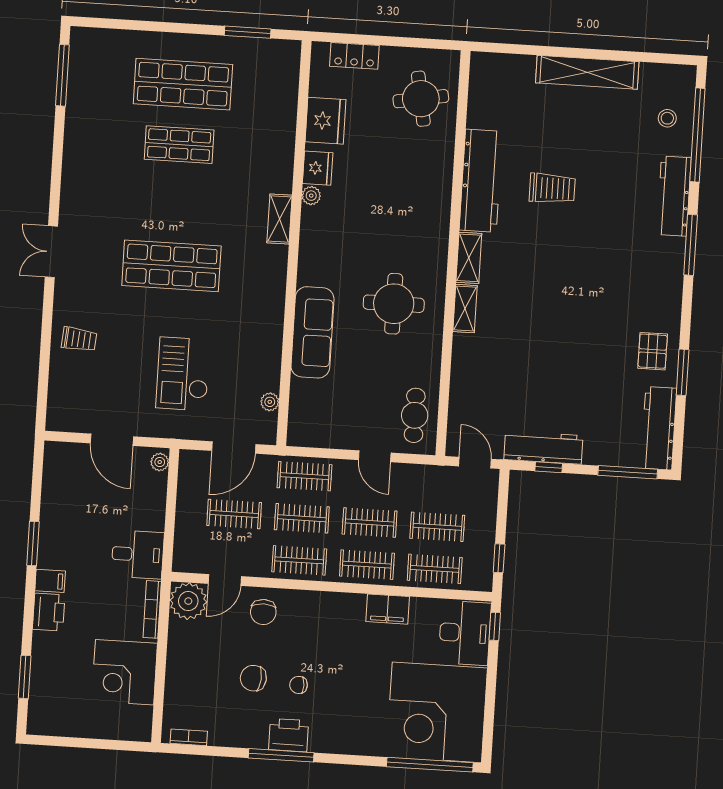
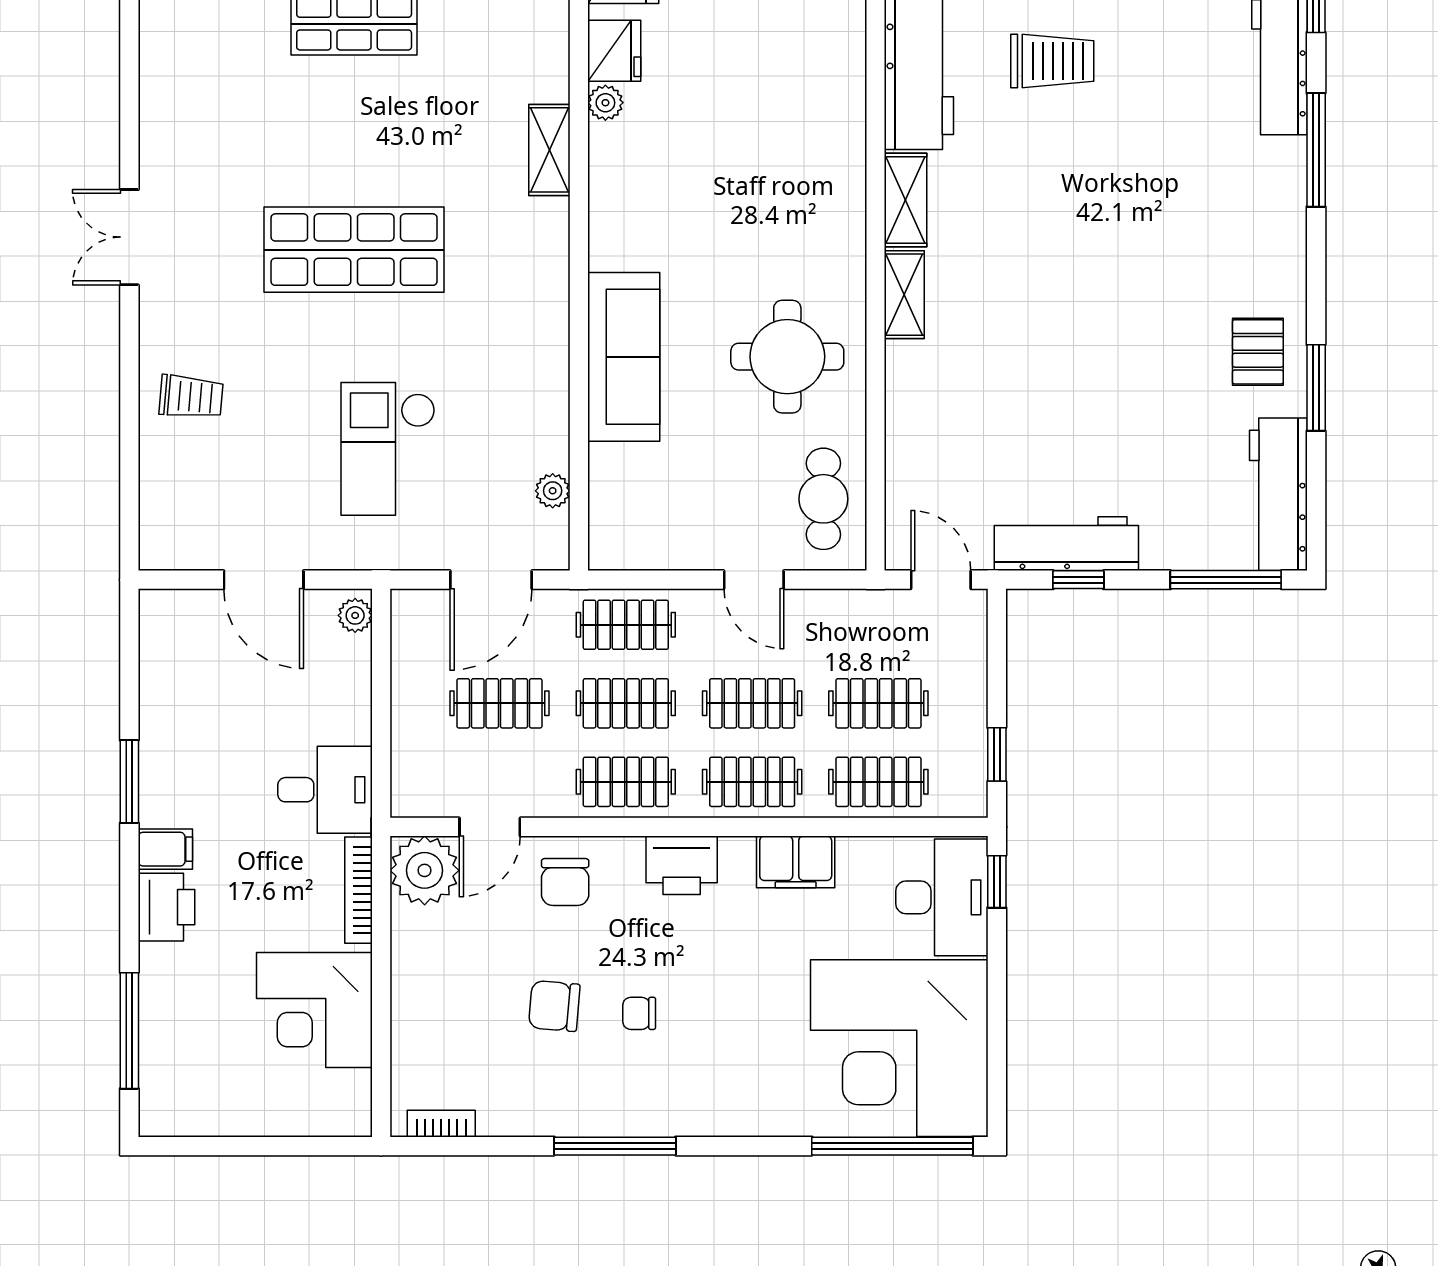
round table: (394, 304) -> (787, 357), moved
window: (25, 677) -> (129, 1031), width x1.44
printer: (289, 735) -> (682, 865), moved, turned 180

